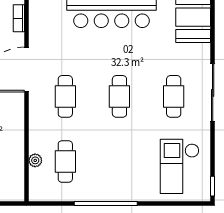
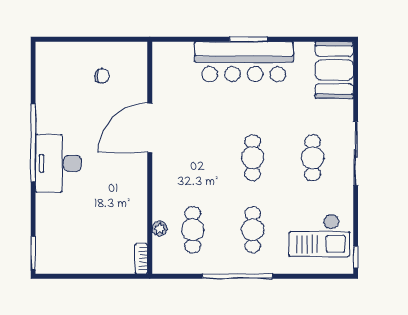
bookcase: (19, 18) -> (141, 259), moved
cafe table: (65, 96) -> (253, 230), moved
checkout: (180, 166) -> (319, 235), turned -90

